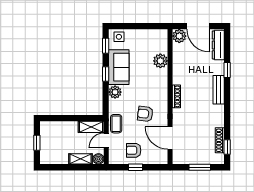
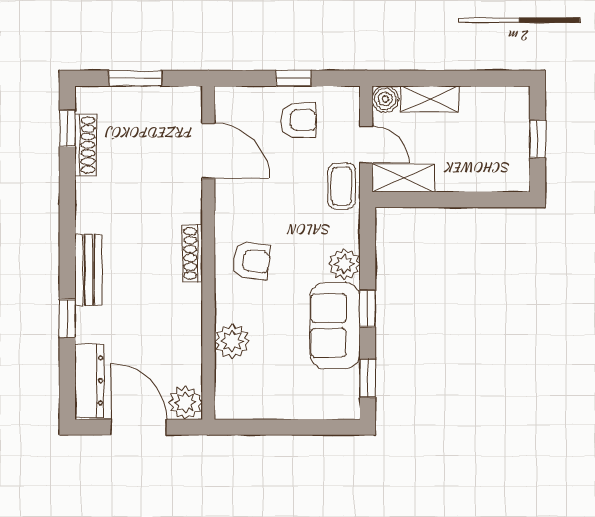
side table: (119, 37) -> (335, 401), removed
armchair: (145, 114) -> (251, 261), moved
door: (106, 140) -> (366, 144), hinge flipped

